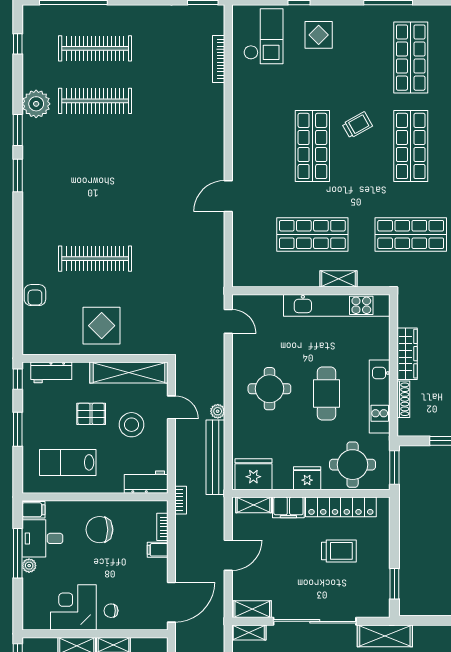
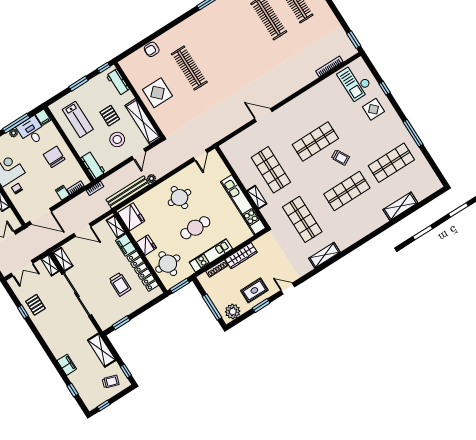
checkout: (263, 36) -> (355, 82), turned 90
lab bench: (68, 462) -> (78, 119), turned 180
shelving: (385, 636) -> (102, 350), moved

